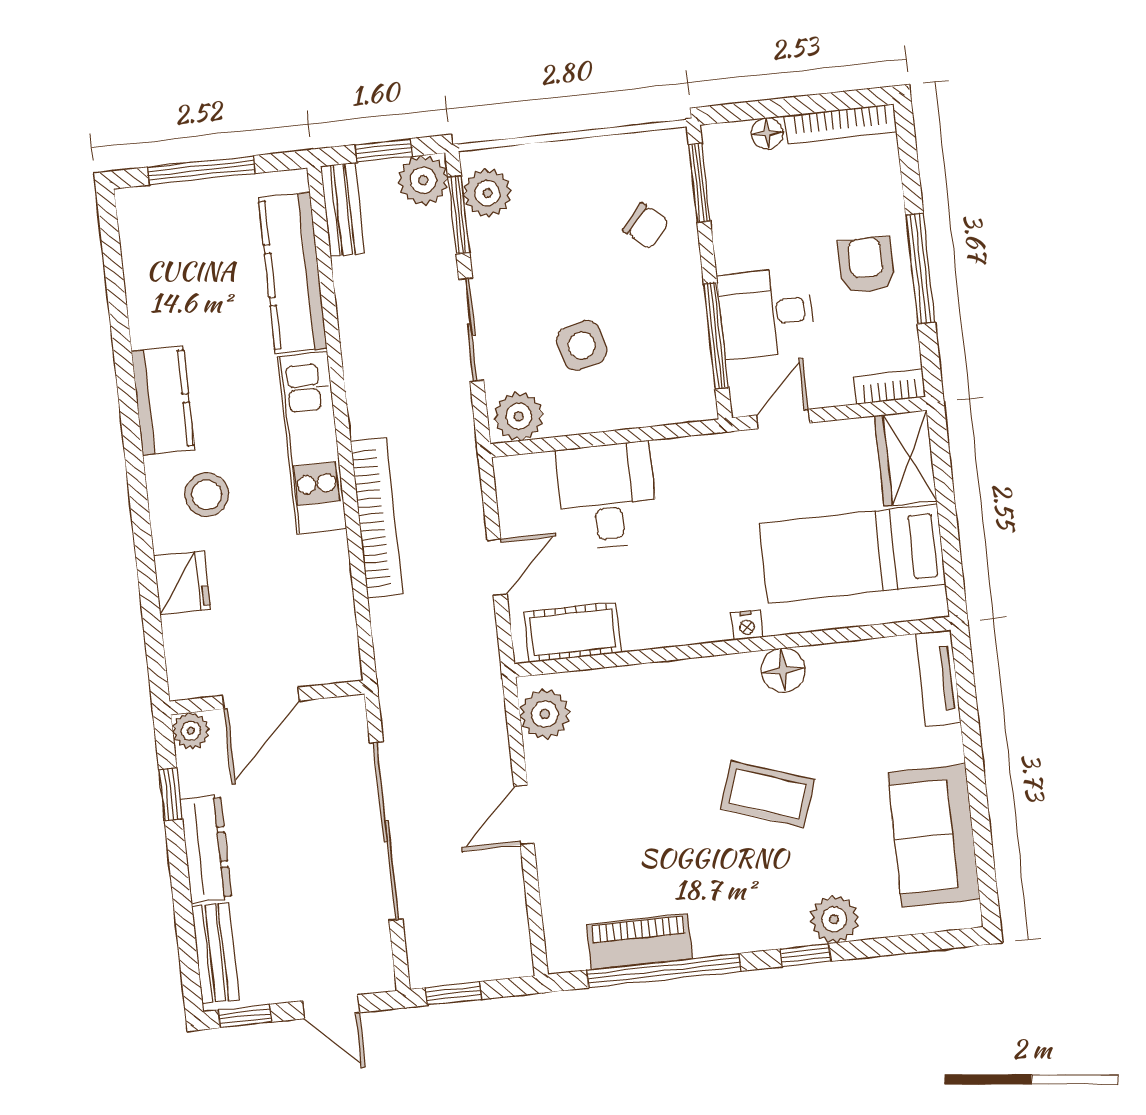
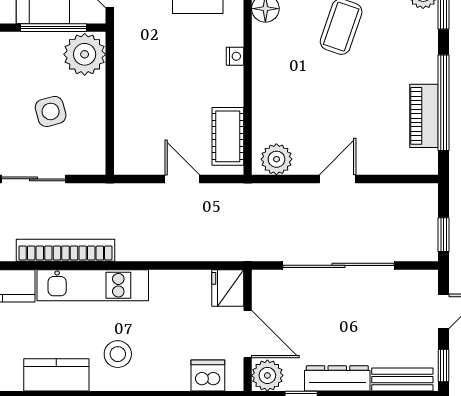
plant: (519, 416) -> (85, 54), moved, width x1.36, depth x1.36
desk: (607, 496) -> (146, 106), removed
bookcase: (377, 518) -> (65, 250), moved
fridge: (182, 583) -> (228, 288), moved, turned -90
nightstand: (747, 625) -> (235, 56), moved
dishwasher: (188, 642) -> (208, 375), added
plant: (191, 731) -> (267, 375), width x1.38, depth x1.38
door: (524, 815) -> (338, 179), swing flipped

